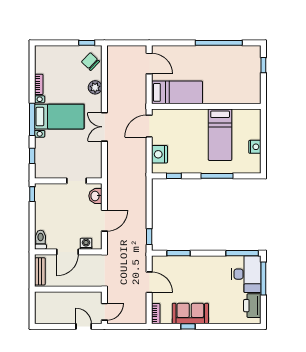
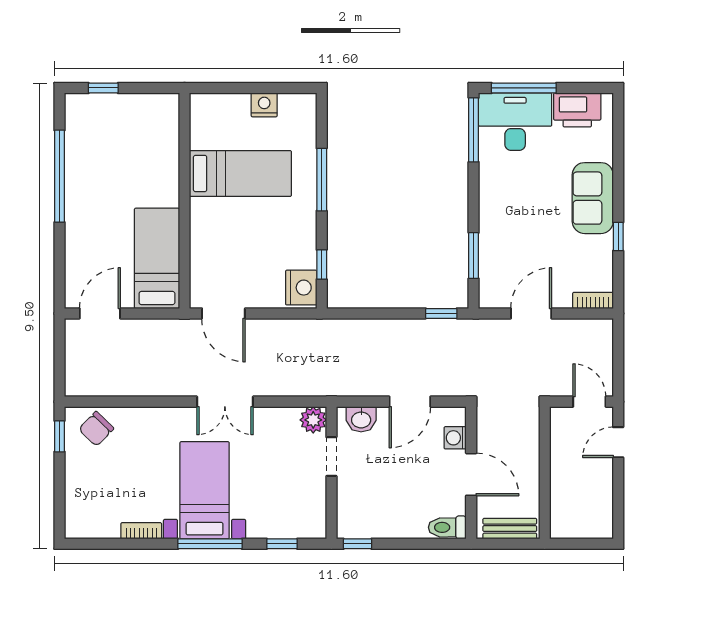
plant: (95, 87) -> (313, 420), moved
nightstand: (159, 154) -> (301, 288), moved, turned -90
door: (104, 221) -> (410, 402), swing flipped
sofa: (190, 313) -> (593, 198), moved

